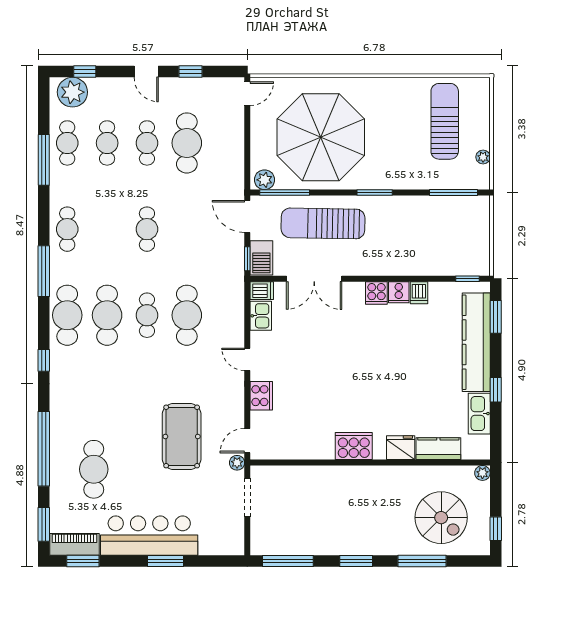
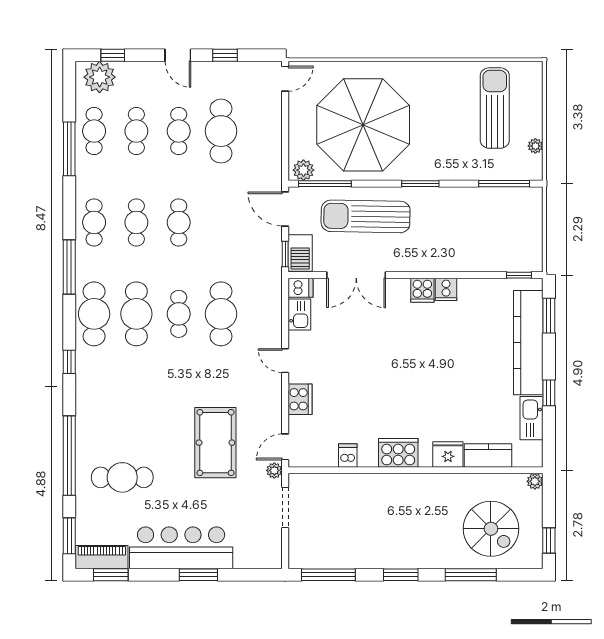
cafe table: (107, 229) -> (136, 222), added
dishwasher: (419, 293) -> (348, 456), moved, turned 180
cafe table: (94, 469) -> (122, 477), turned 90

